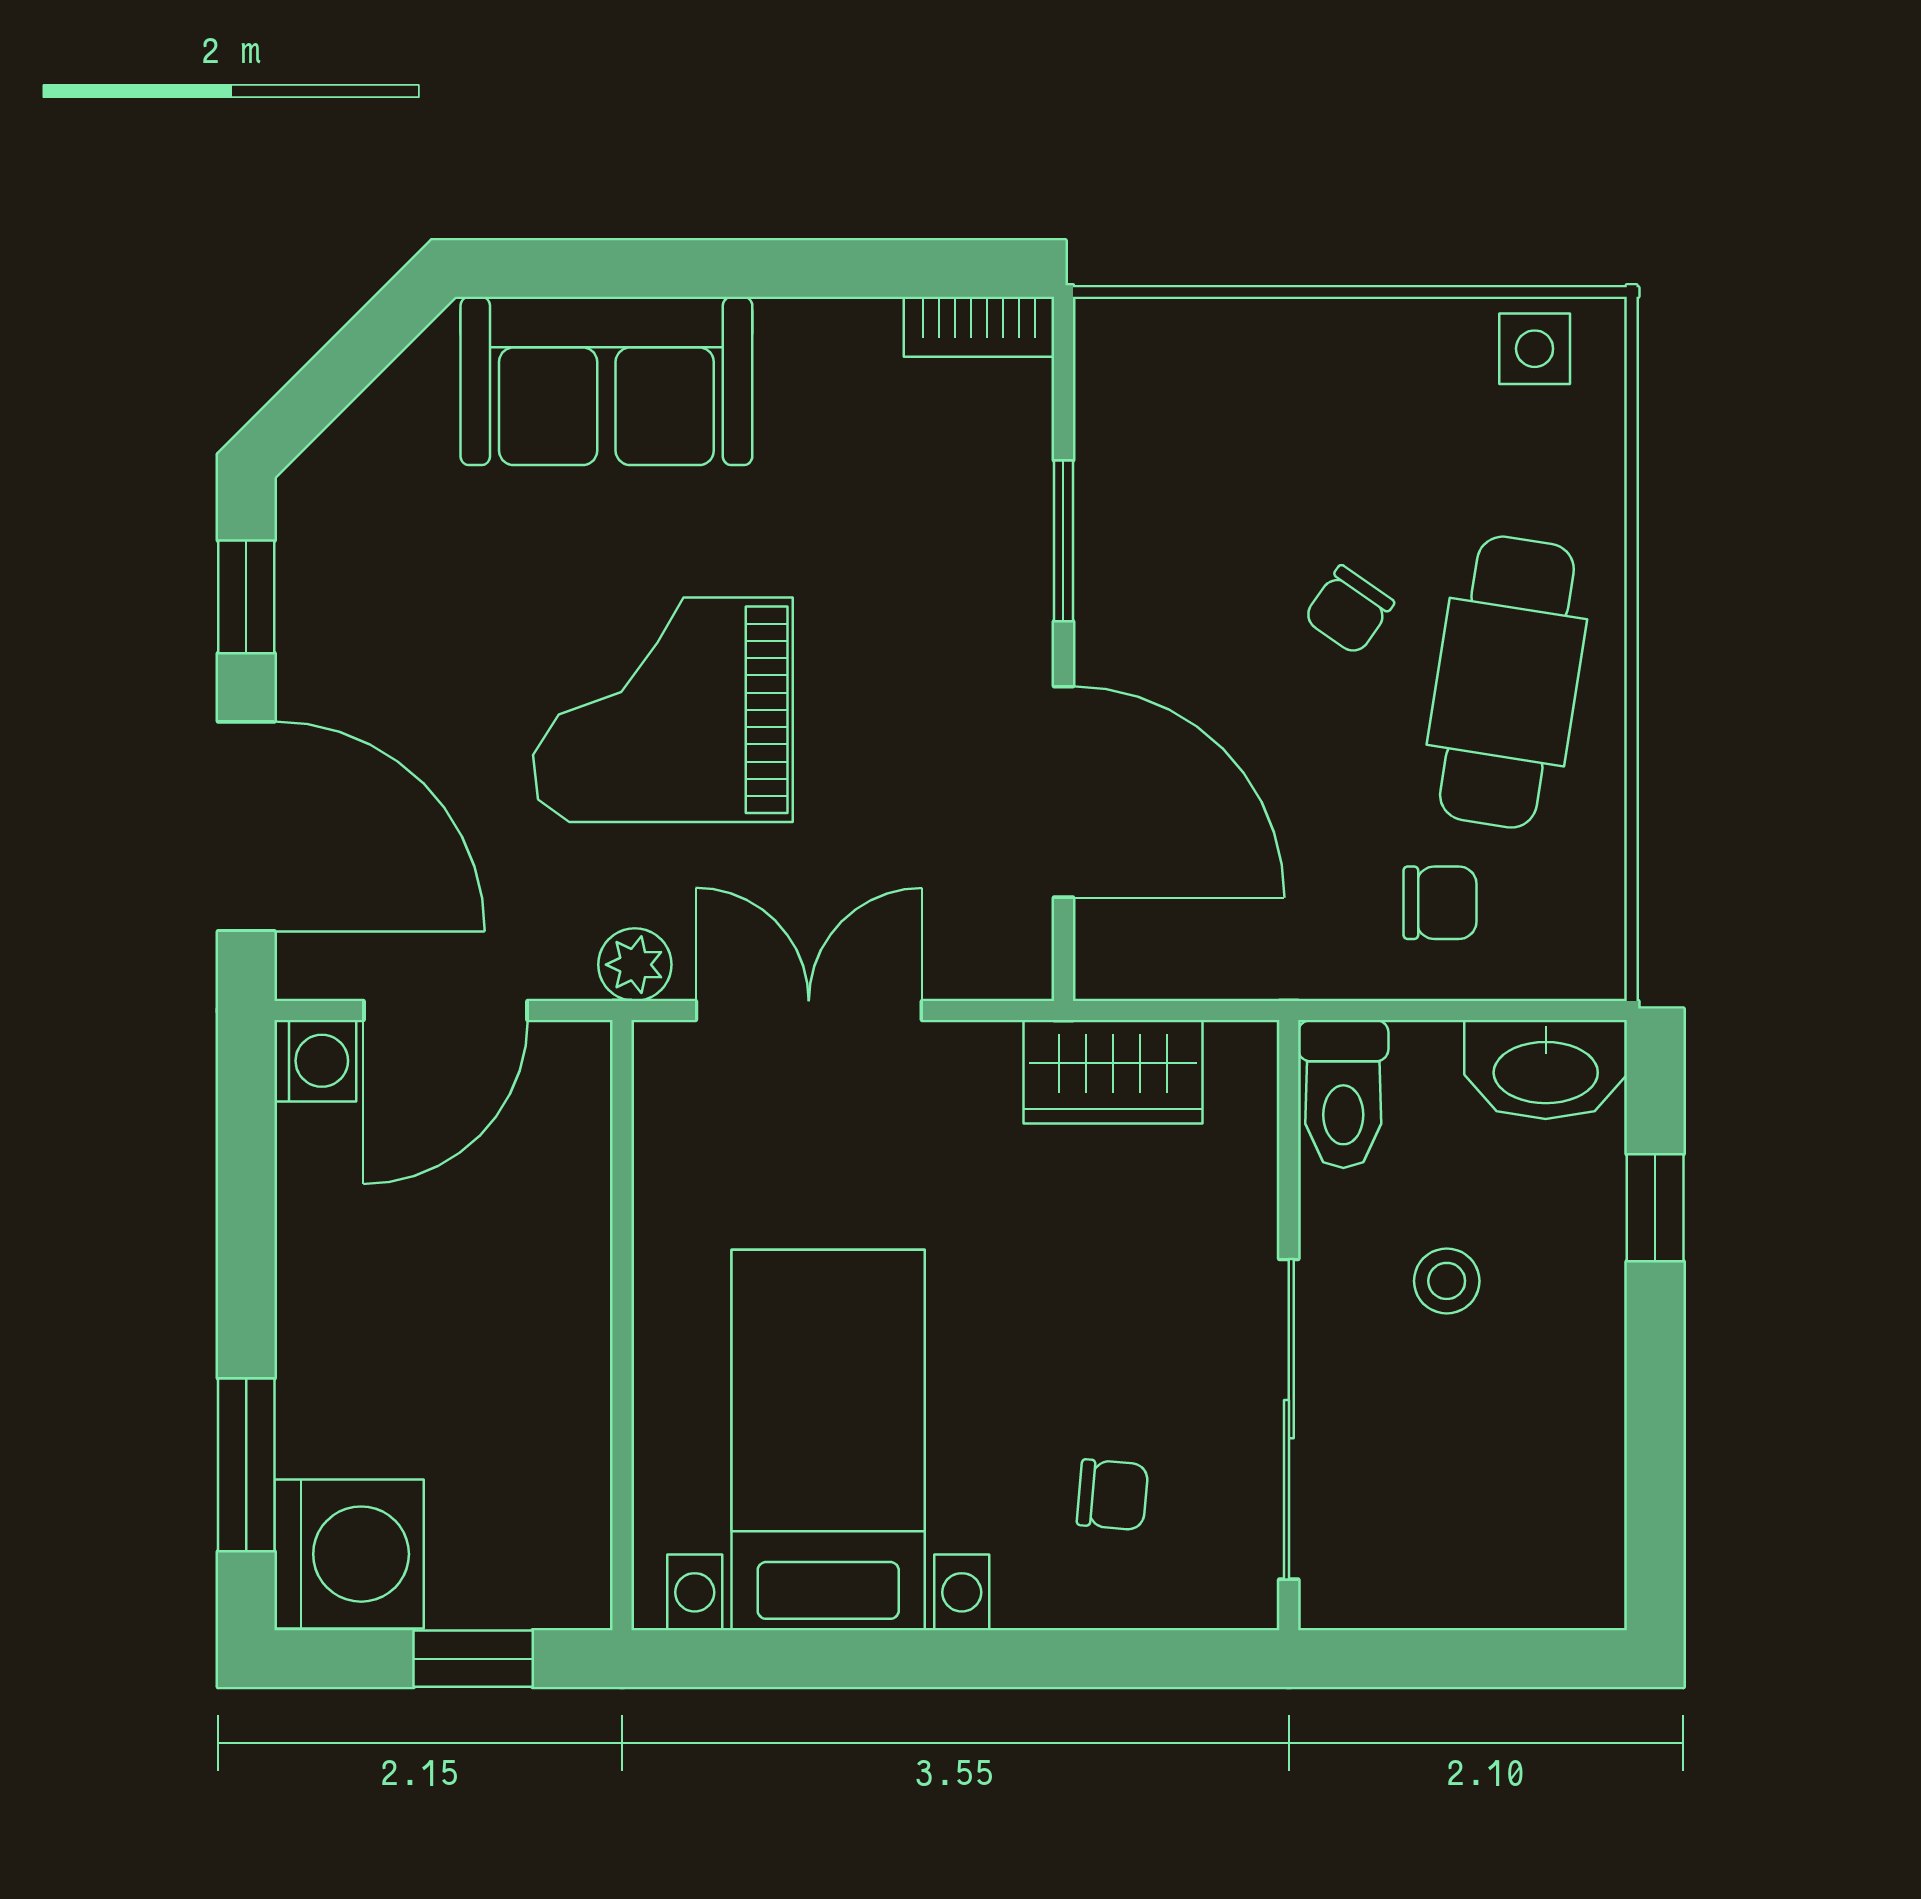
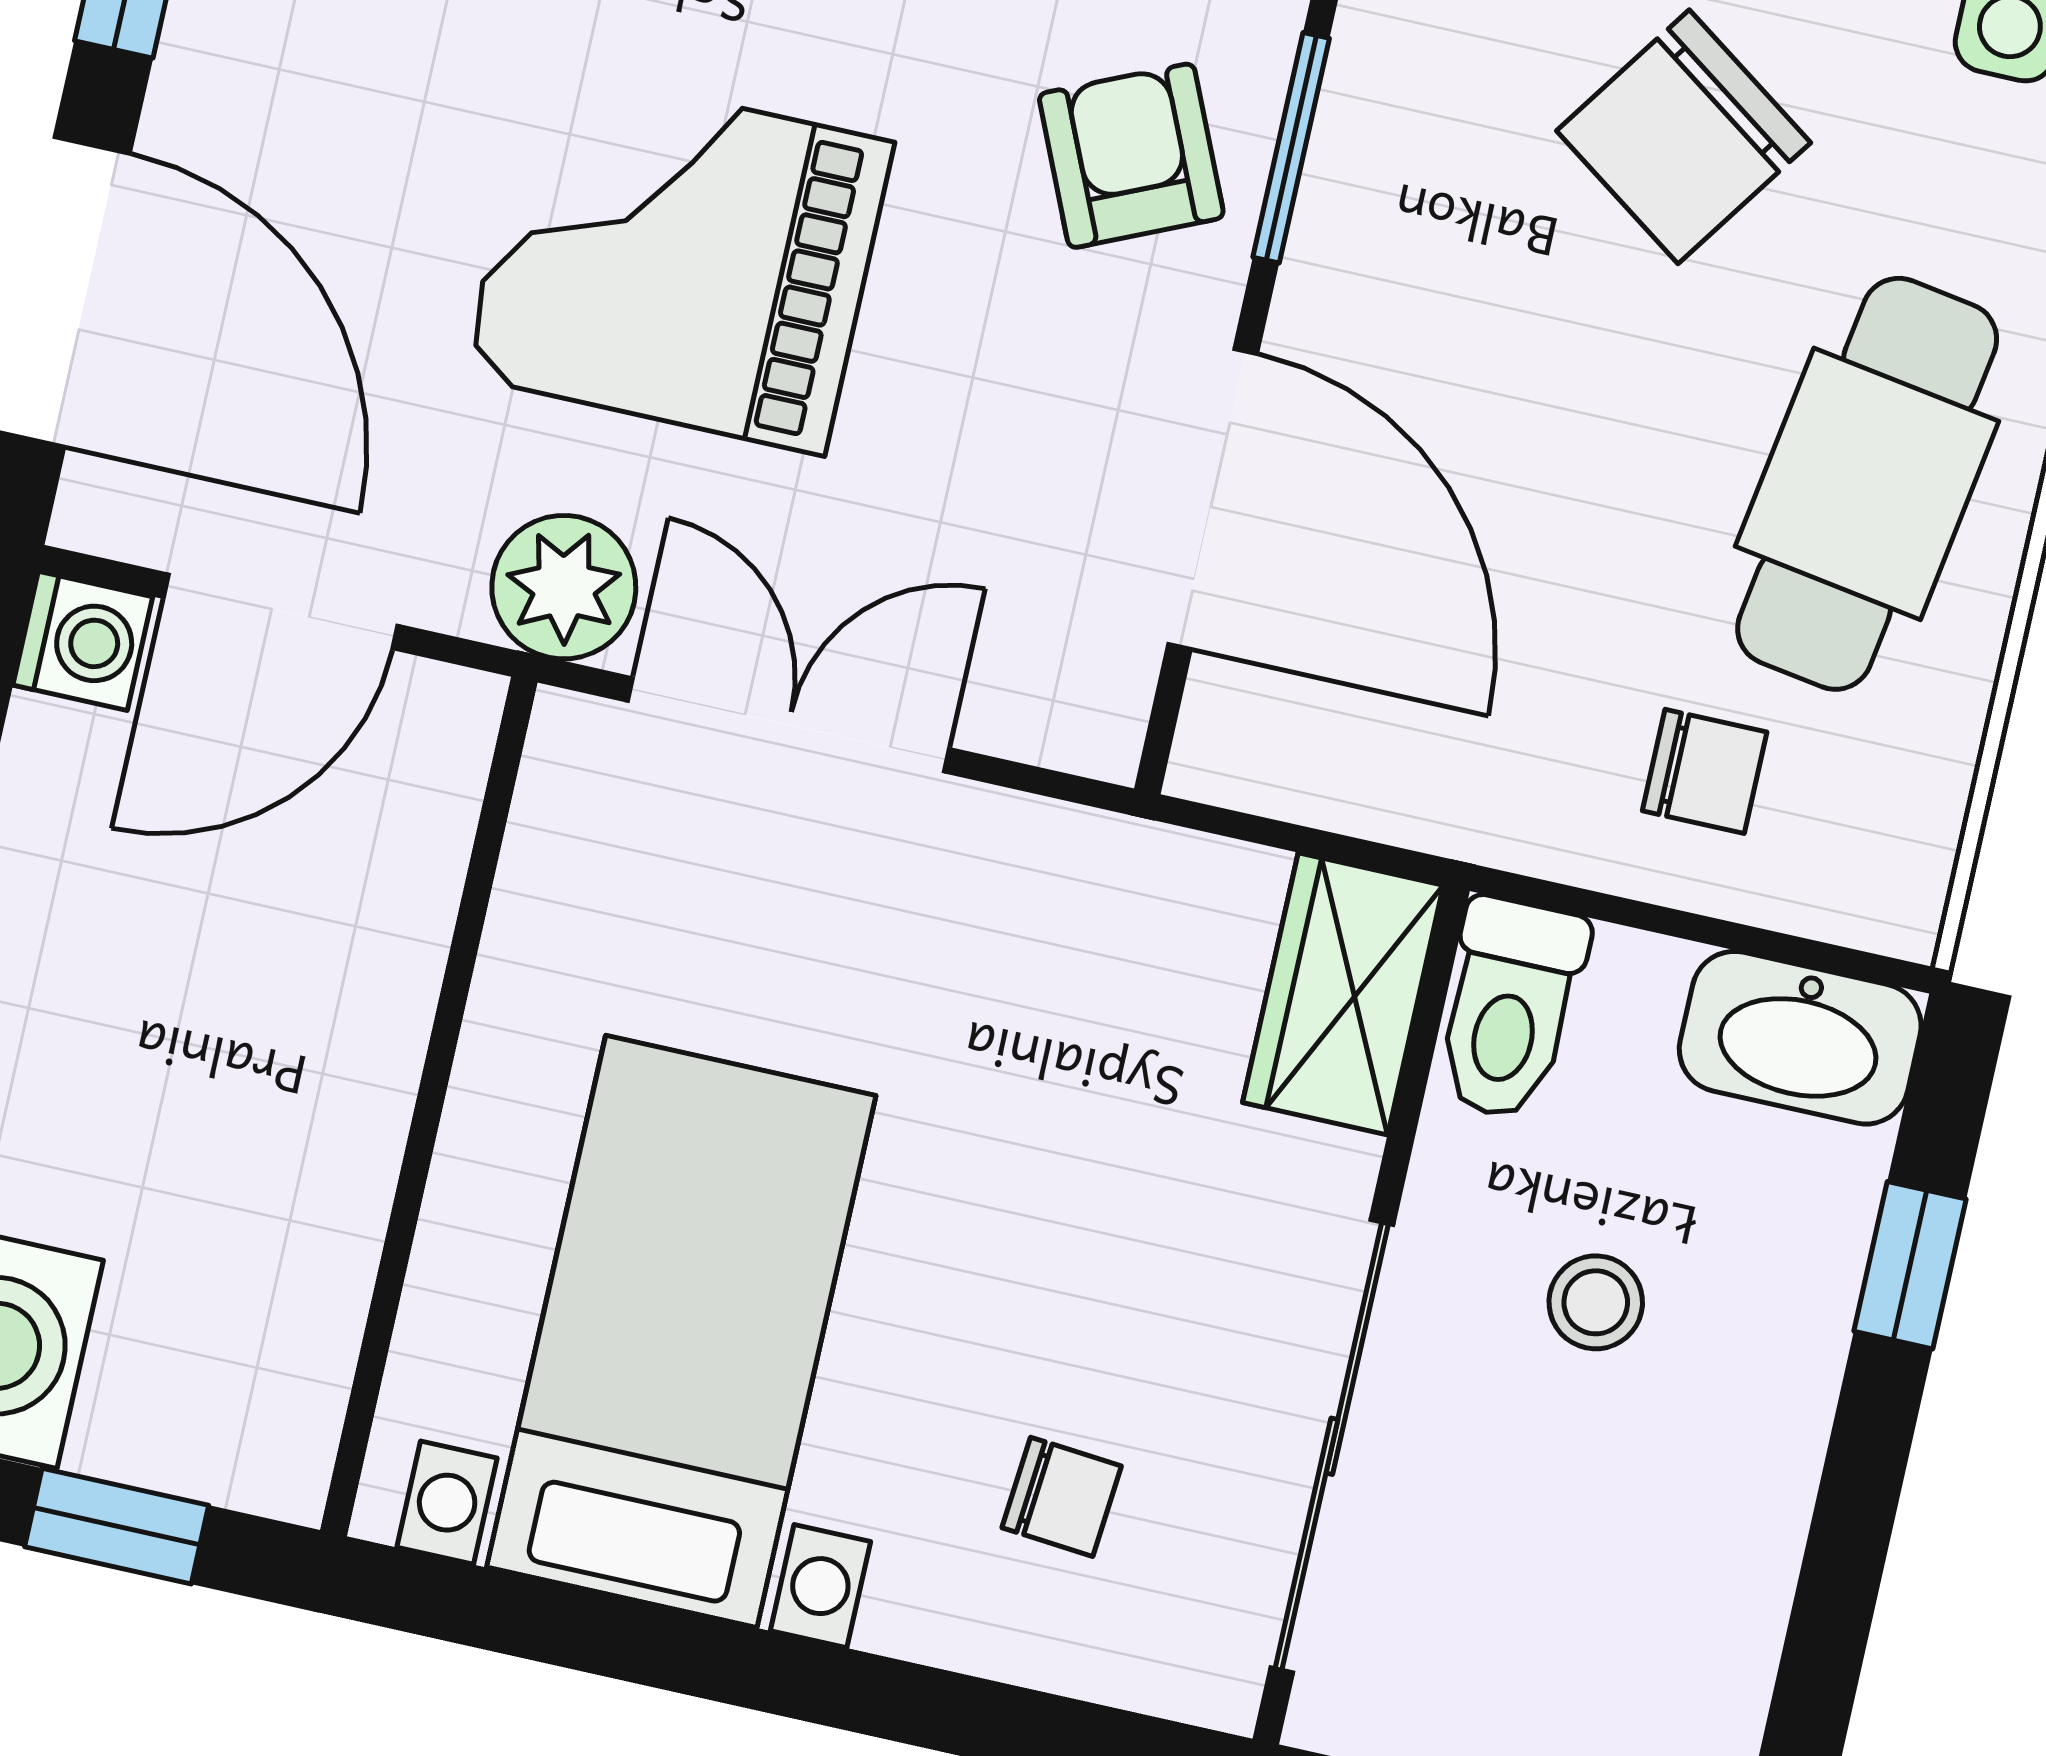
armchair: (956, 571) -> (1131, 156), added
chair: (1349, 610) -> (1684, 137), moved, width x1.87, depth x1.87
plant: (635, 965) -> (564, 587), width x1.38, depth x1.38
wardrobe: (1113, 1072) -> (1343, 994), moved, turned 90

